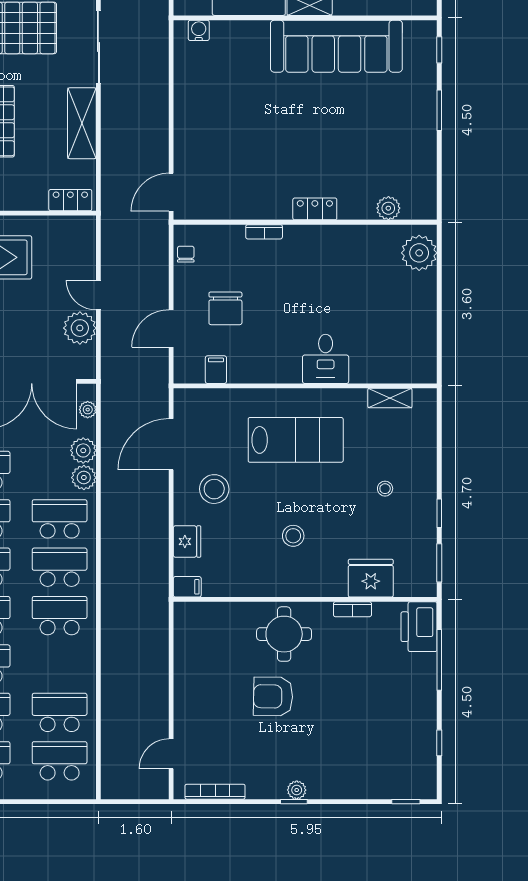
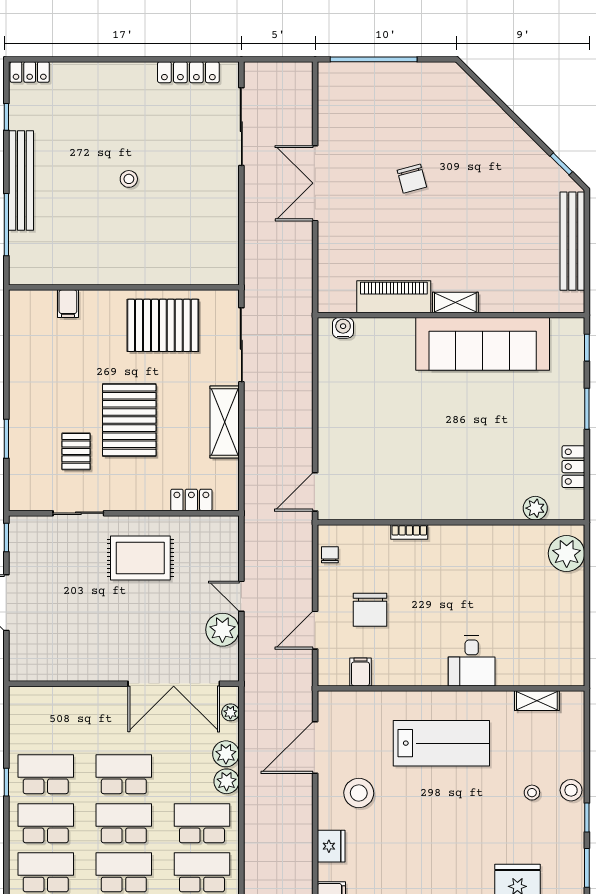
locker: (70, 200) -> (191, 500), moved
locker: (315, 209) -> (573, 467), moved, turned -90
stool: (293, 536) -> (571, 790), moved

